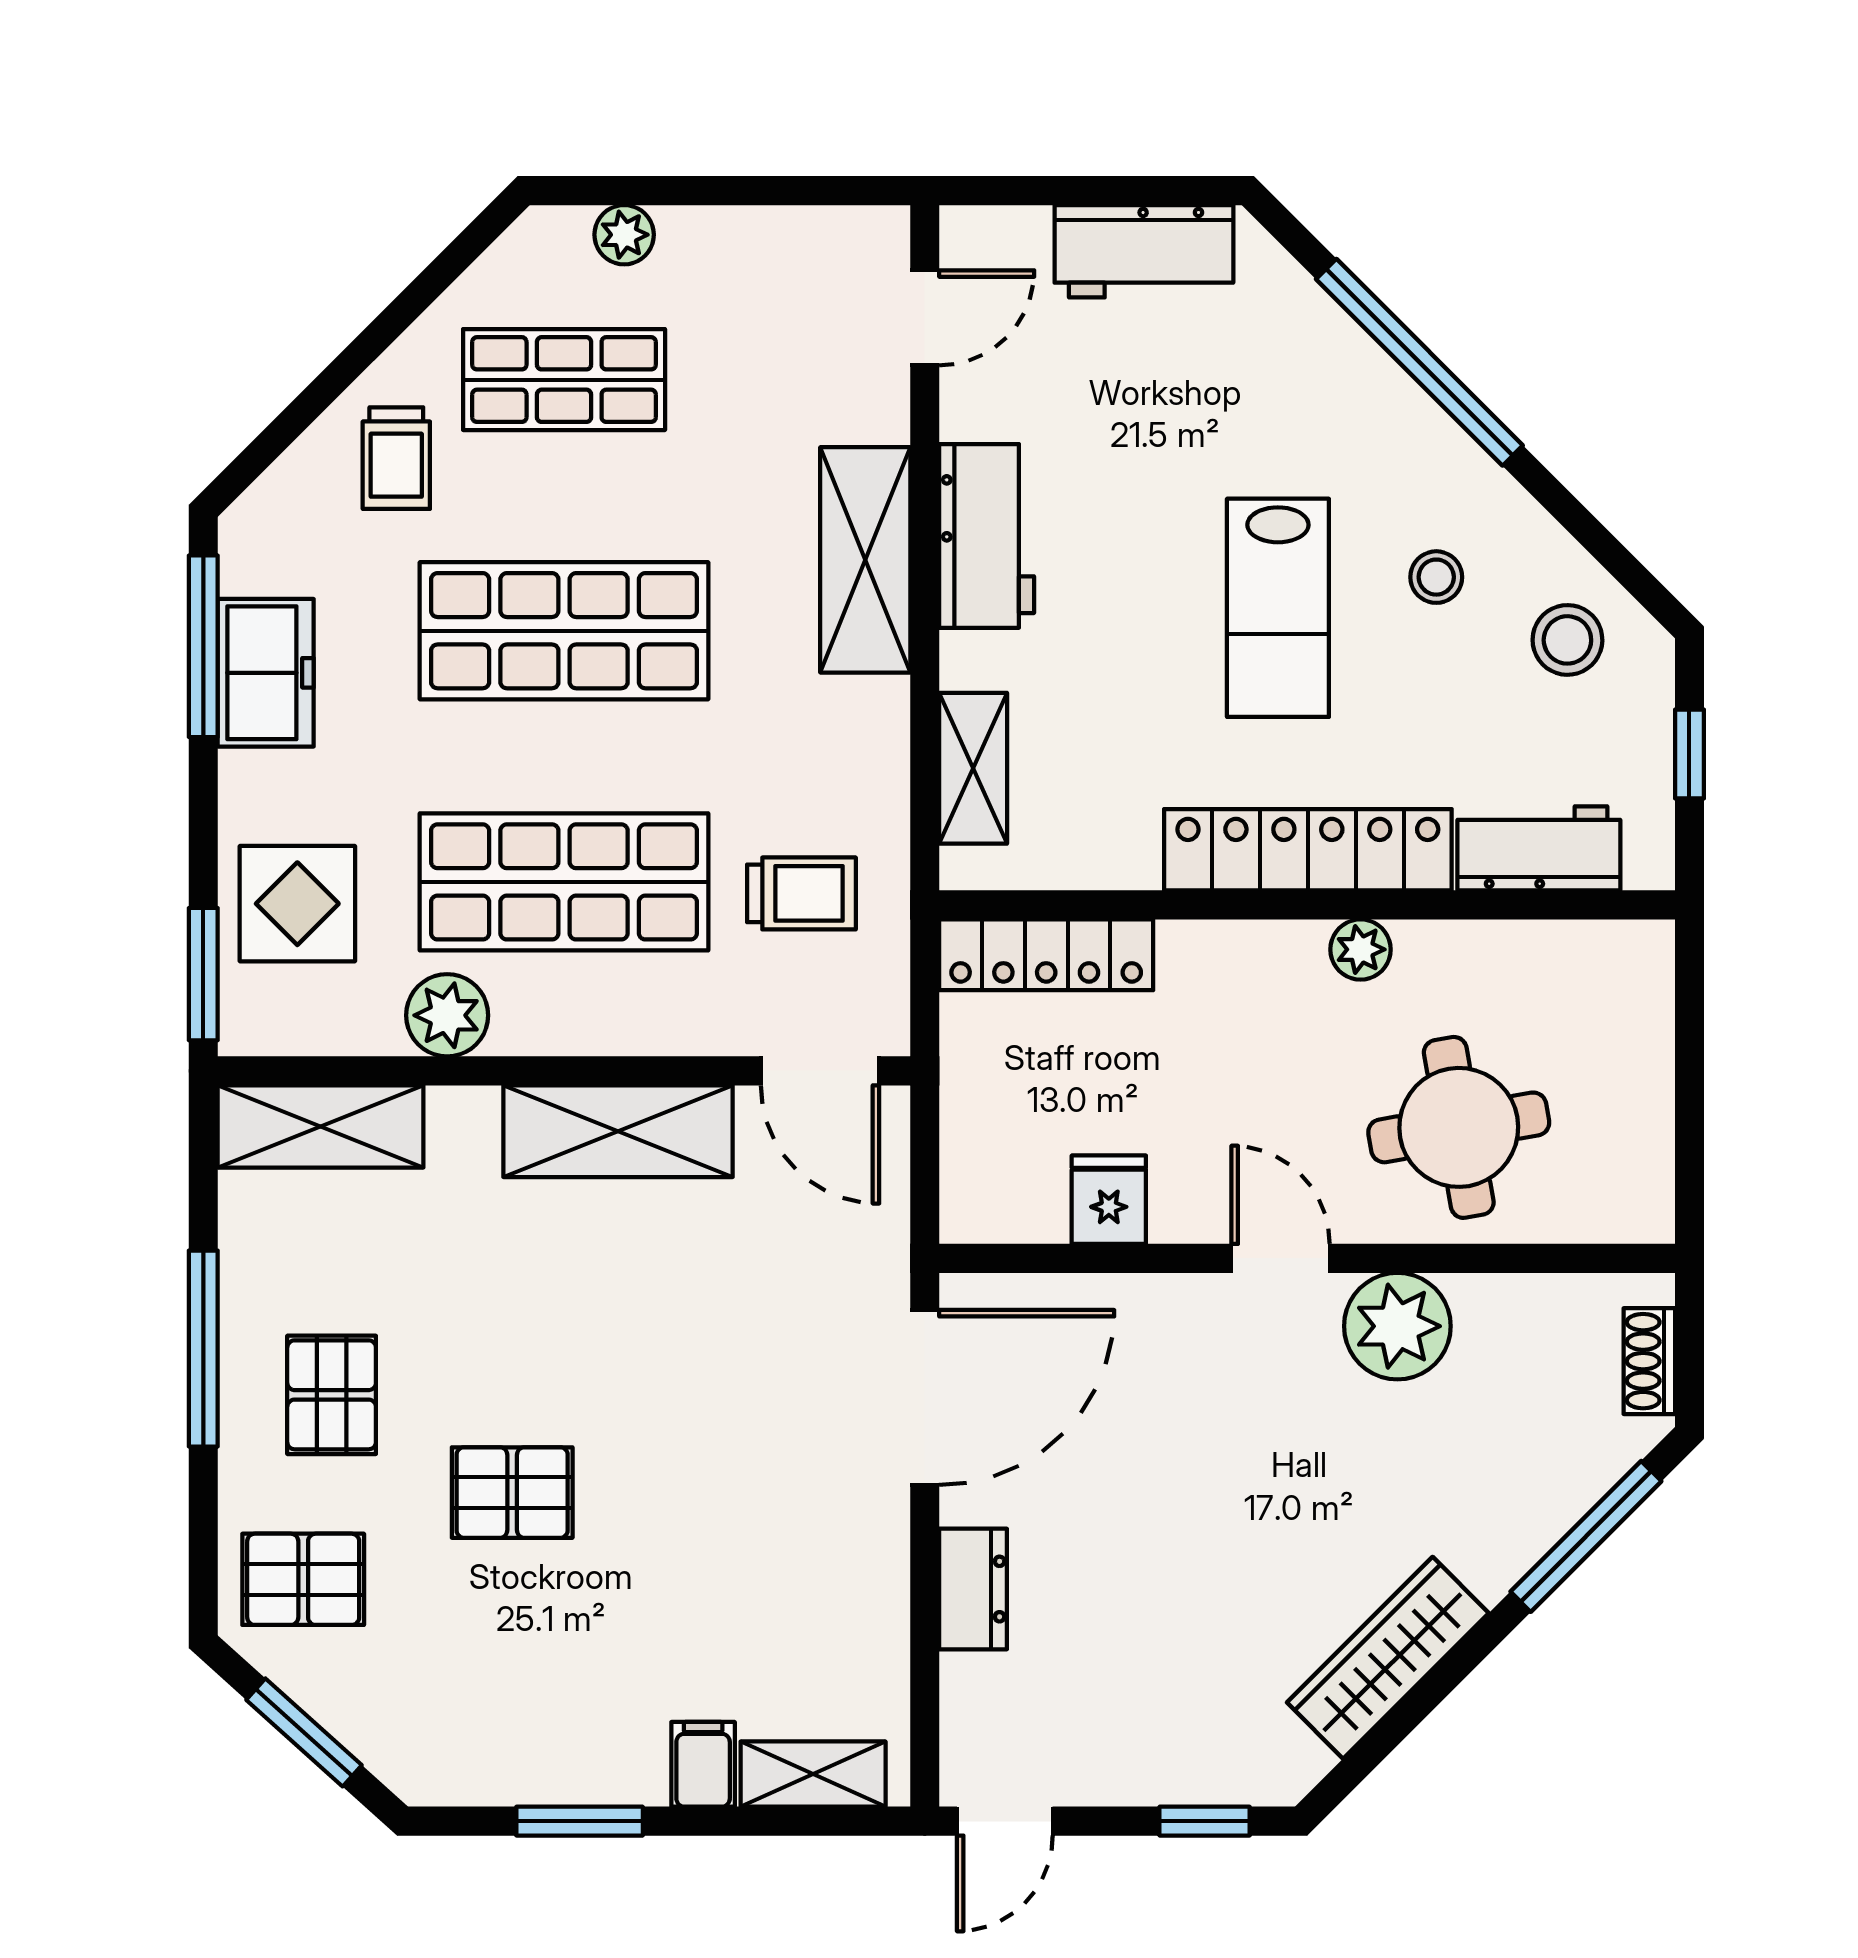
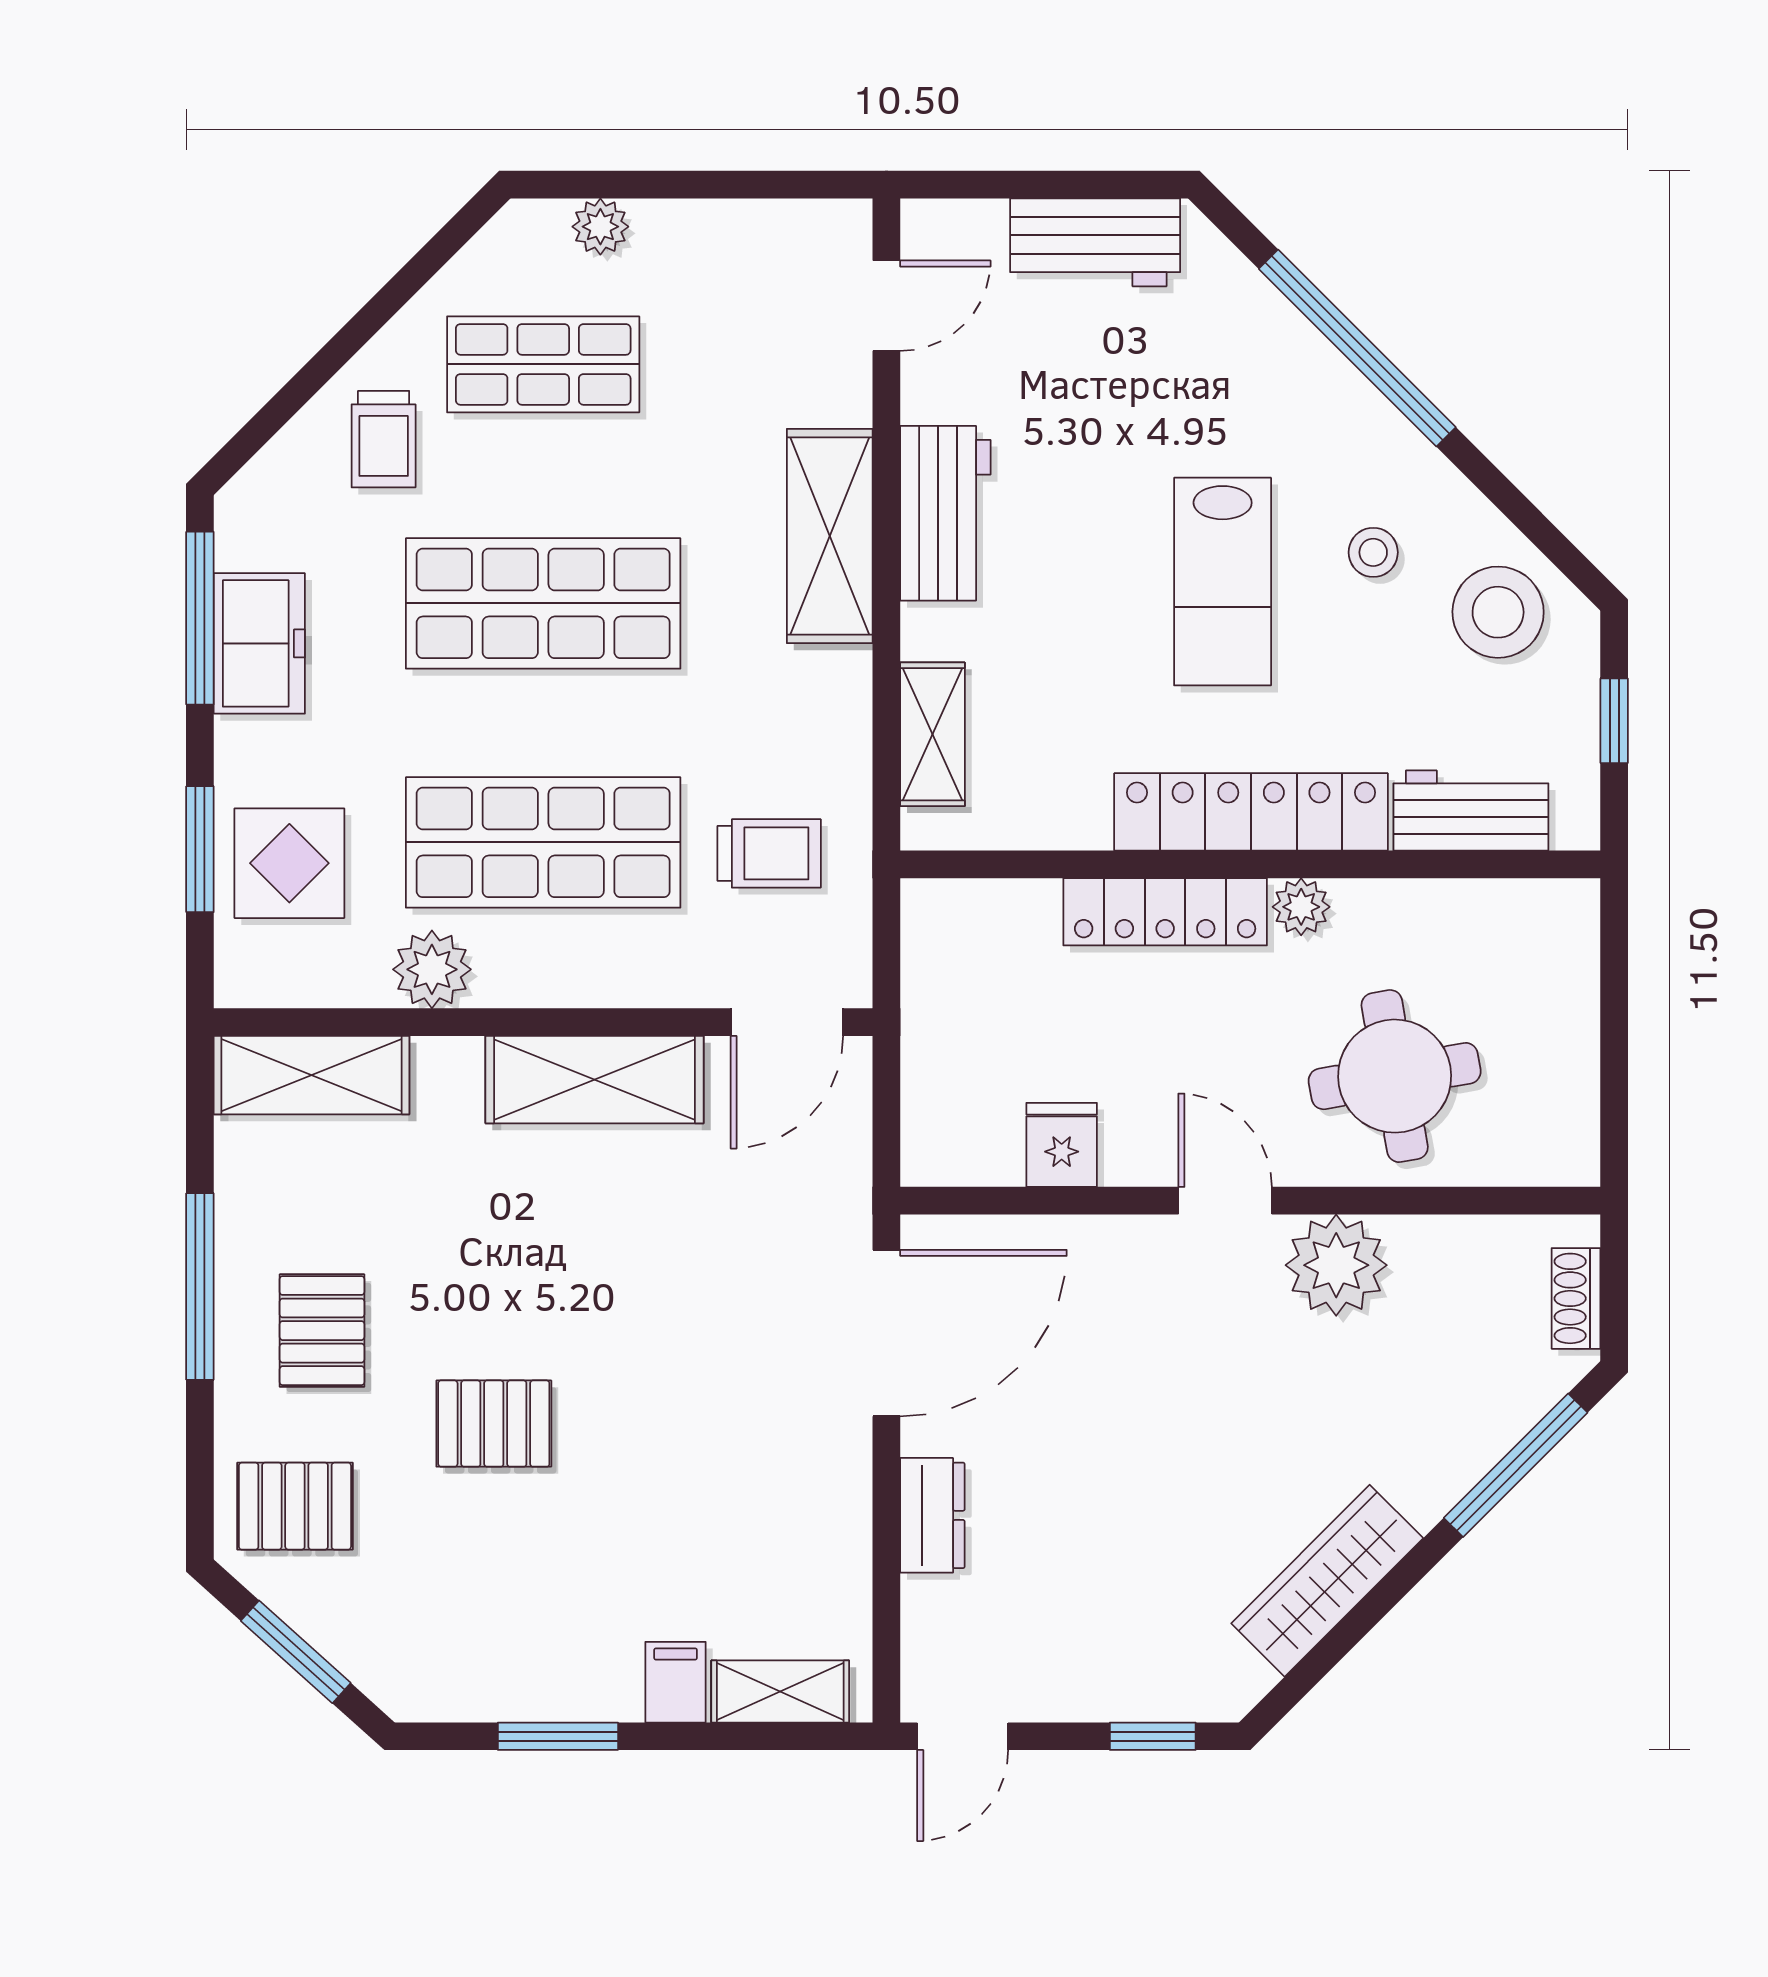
stool: (1567, 640) -> (1498, 612), width x1.38, depth x1.38
locker: (1046, 955) -> (1165, 912), moved
window: (203, 974) -> (200, 849), moved
door: (820, 1071) -> (787, 1022), hinge flipped

